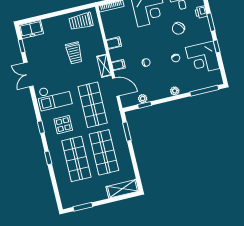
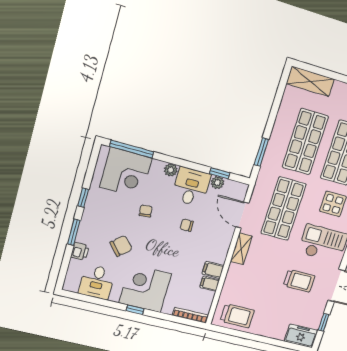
trolley: (74, 53) -> (299, 281), moved, turned 90
corner desk: (203, 58) -> (126, 173), moved, turned 90
filing cabinet: (118, 65) -> (210, 284), moved
desk: (157, 87) -> (191, 187), added

